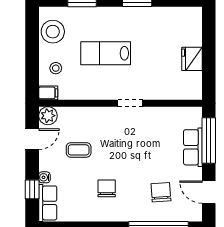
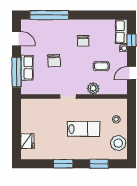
fridge: (192, 59) -> (27, 141), moved
filing cabinet: (48, 93) -> (121, 103), removed
plant: (48, 116) -> (93, 88), moved
chair: (161, 192) -> (54, 61), moved

